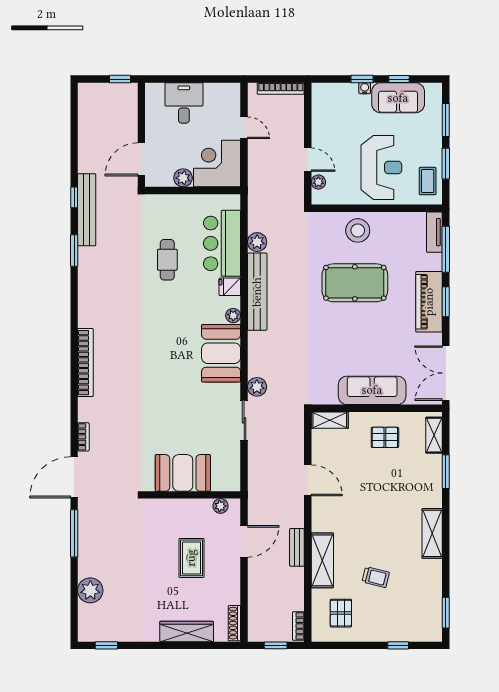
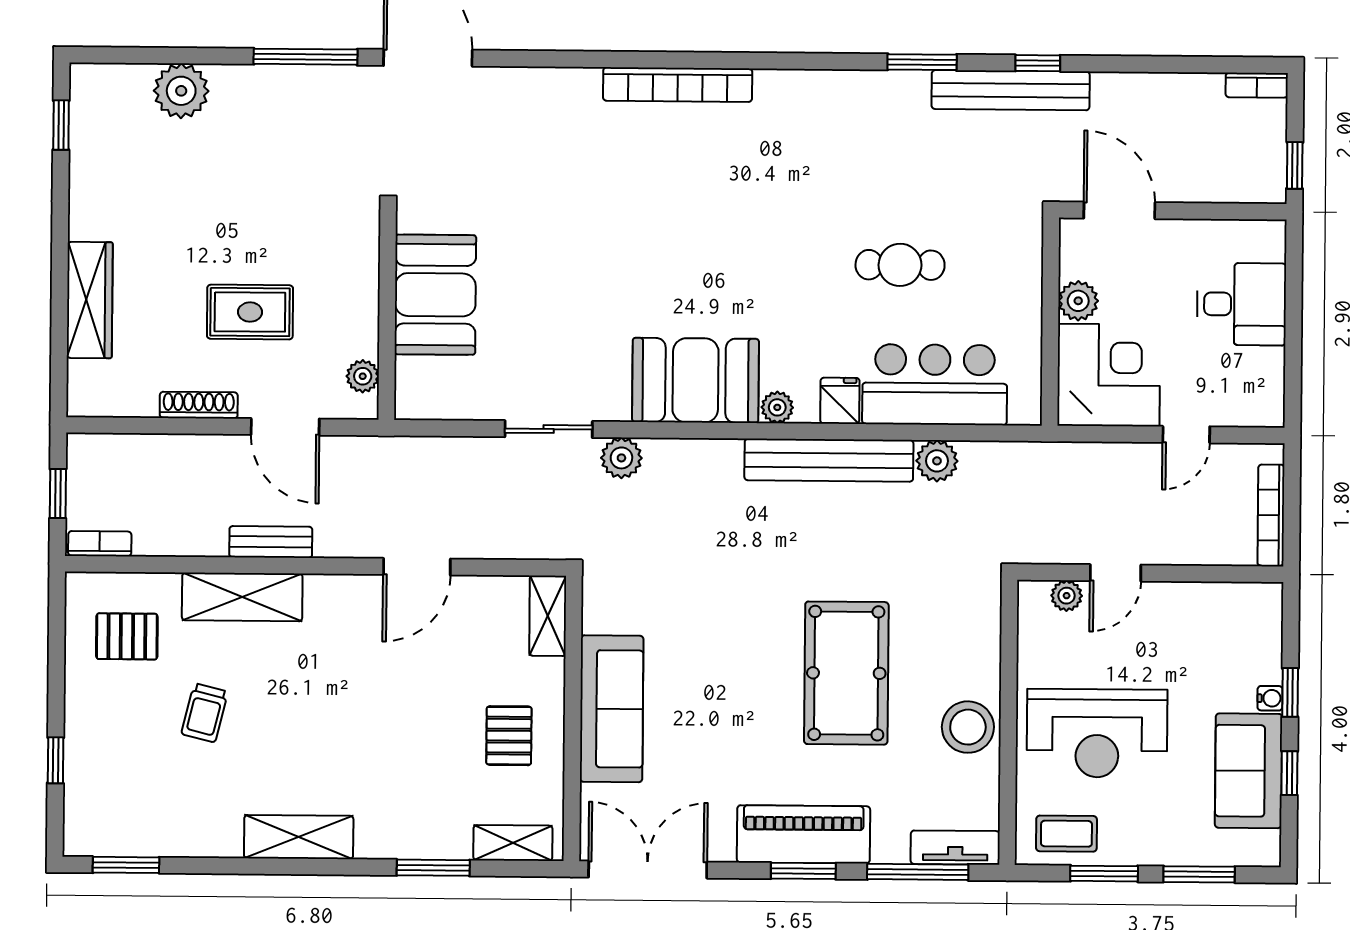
stool: (358, 230) -> (968, 727), moved
bookcase: (83, 437) -> (1257, 85), moved
shoe rack: (234, 623) -> (199, 405), moved

